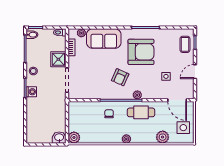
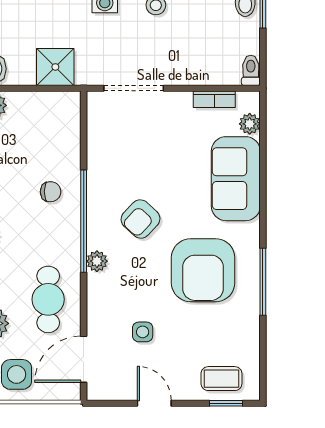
shower: (58, 59) -> (55, 67), moved
armchair: (120, 77) -> (141, 219), turned -71
cafe table: (141, 112) -> (48, 299), moved

